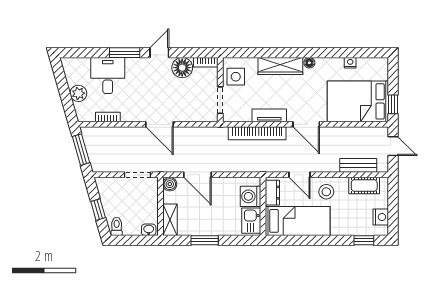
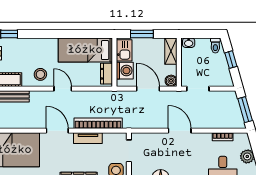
dresser: (272, 193) -> (106, 74), moved
washing machine: (250, 196) -> (125, 71), moved
wall: (263, 206) -> (114, 62), moved
kitchen sink: (251, 221) -> (124, 50), moved
bed: (298, 221) -> (85, 50), moved

